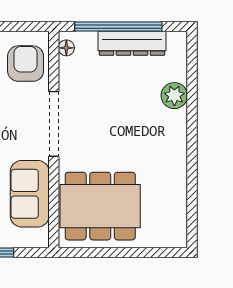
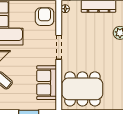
doorway: (54, 124) -> (59, 47), width x0.73

